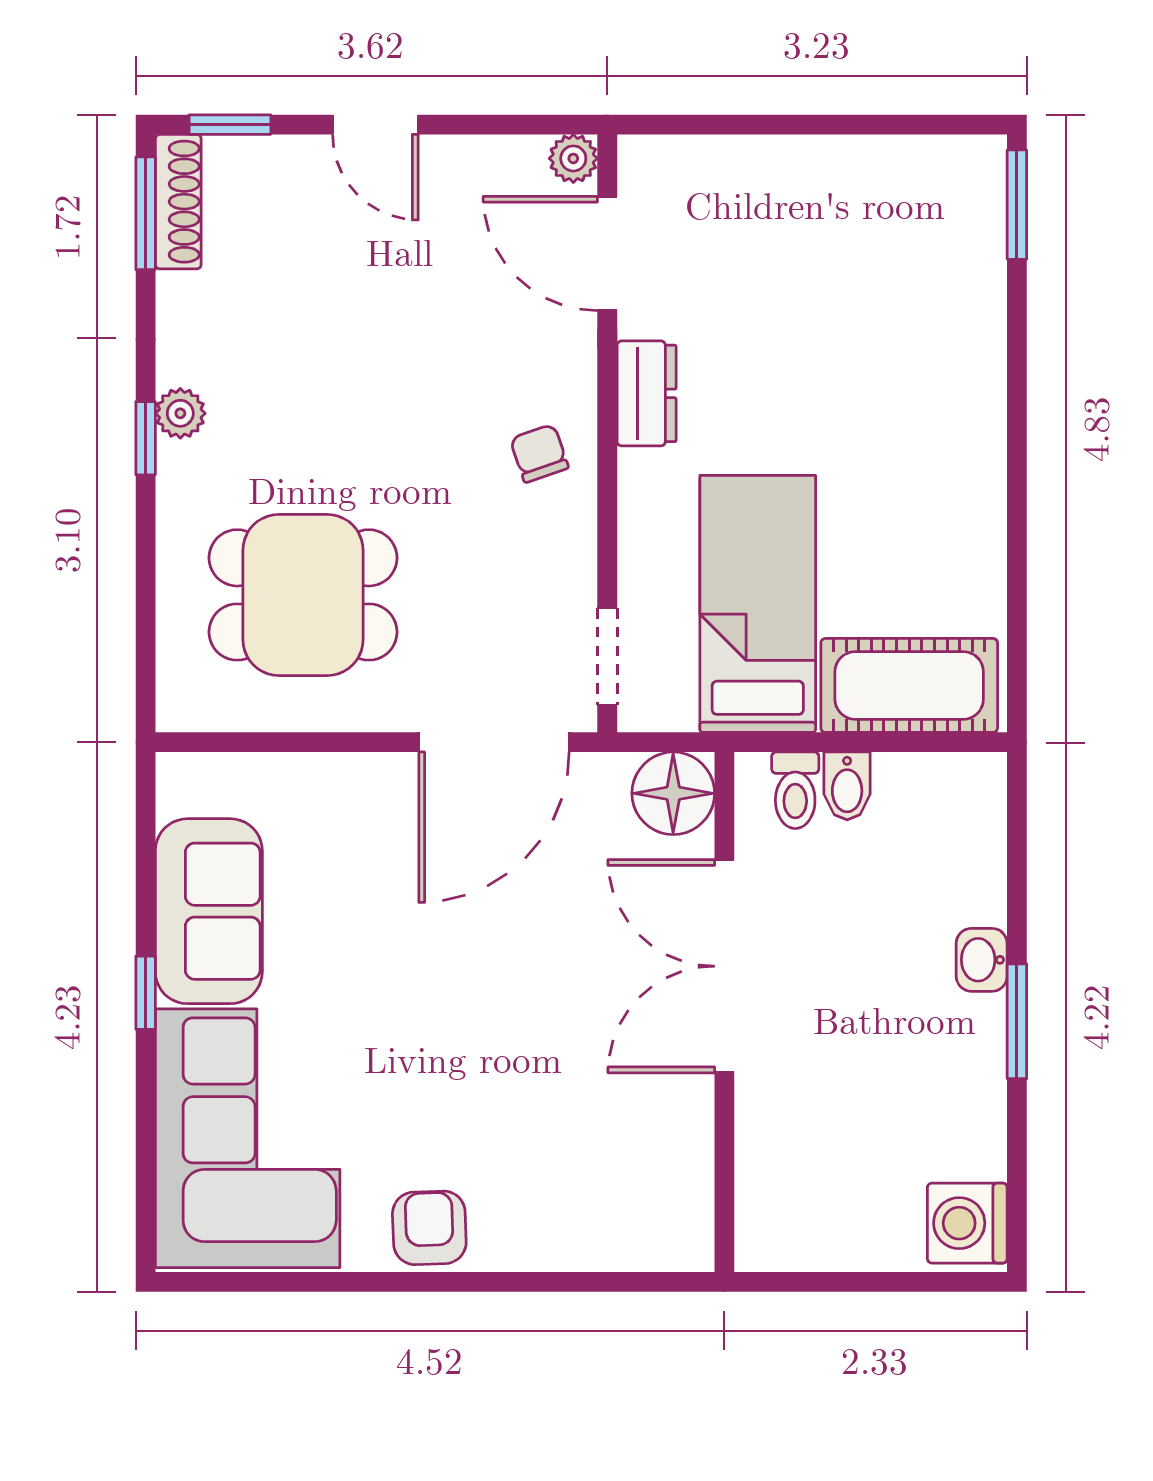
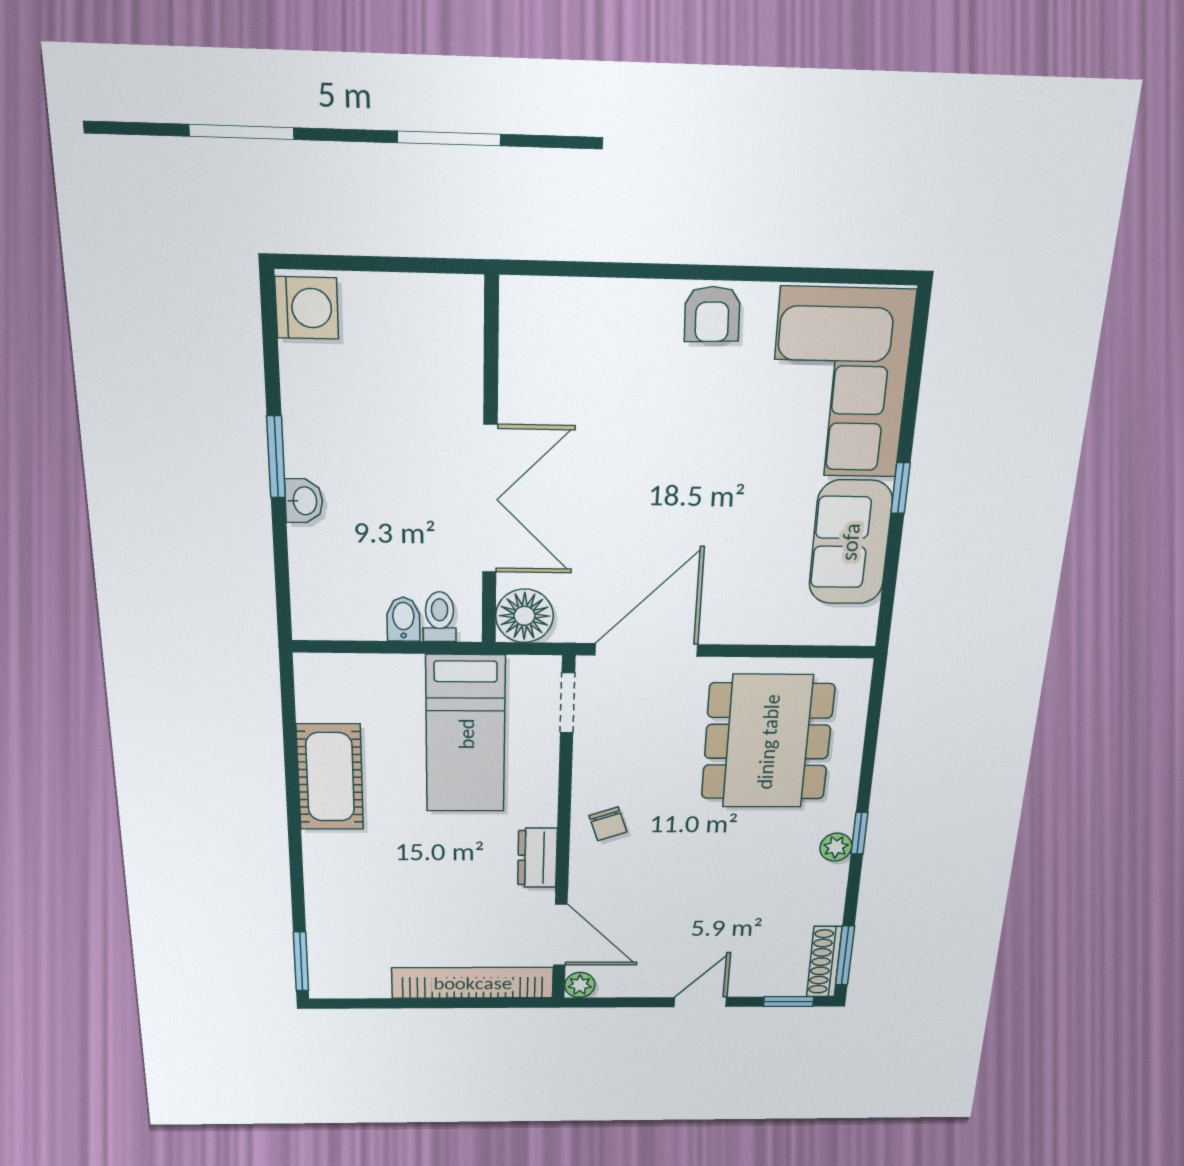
door: (375, 125) -> (700, 1002), hinge flipped
bookcase: (746, 163) -> (473, 983), added
dining table: (303, 595) -> (768, 742), width x1.37
cot: (909, 685) -> (330, 777), moved, turned 90

